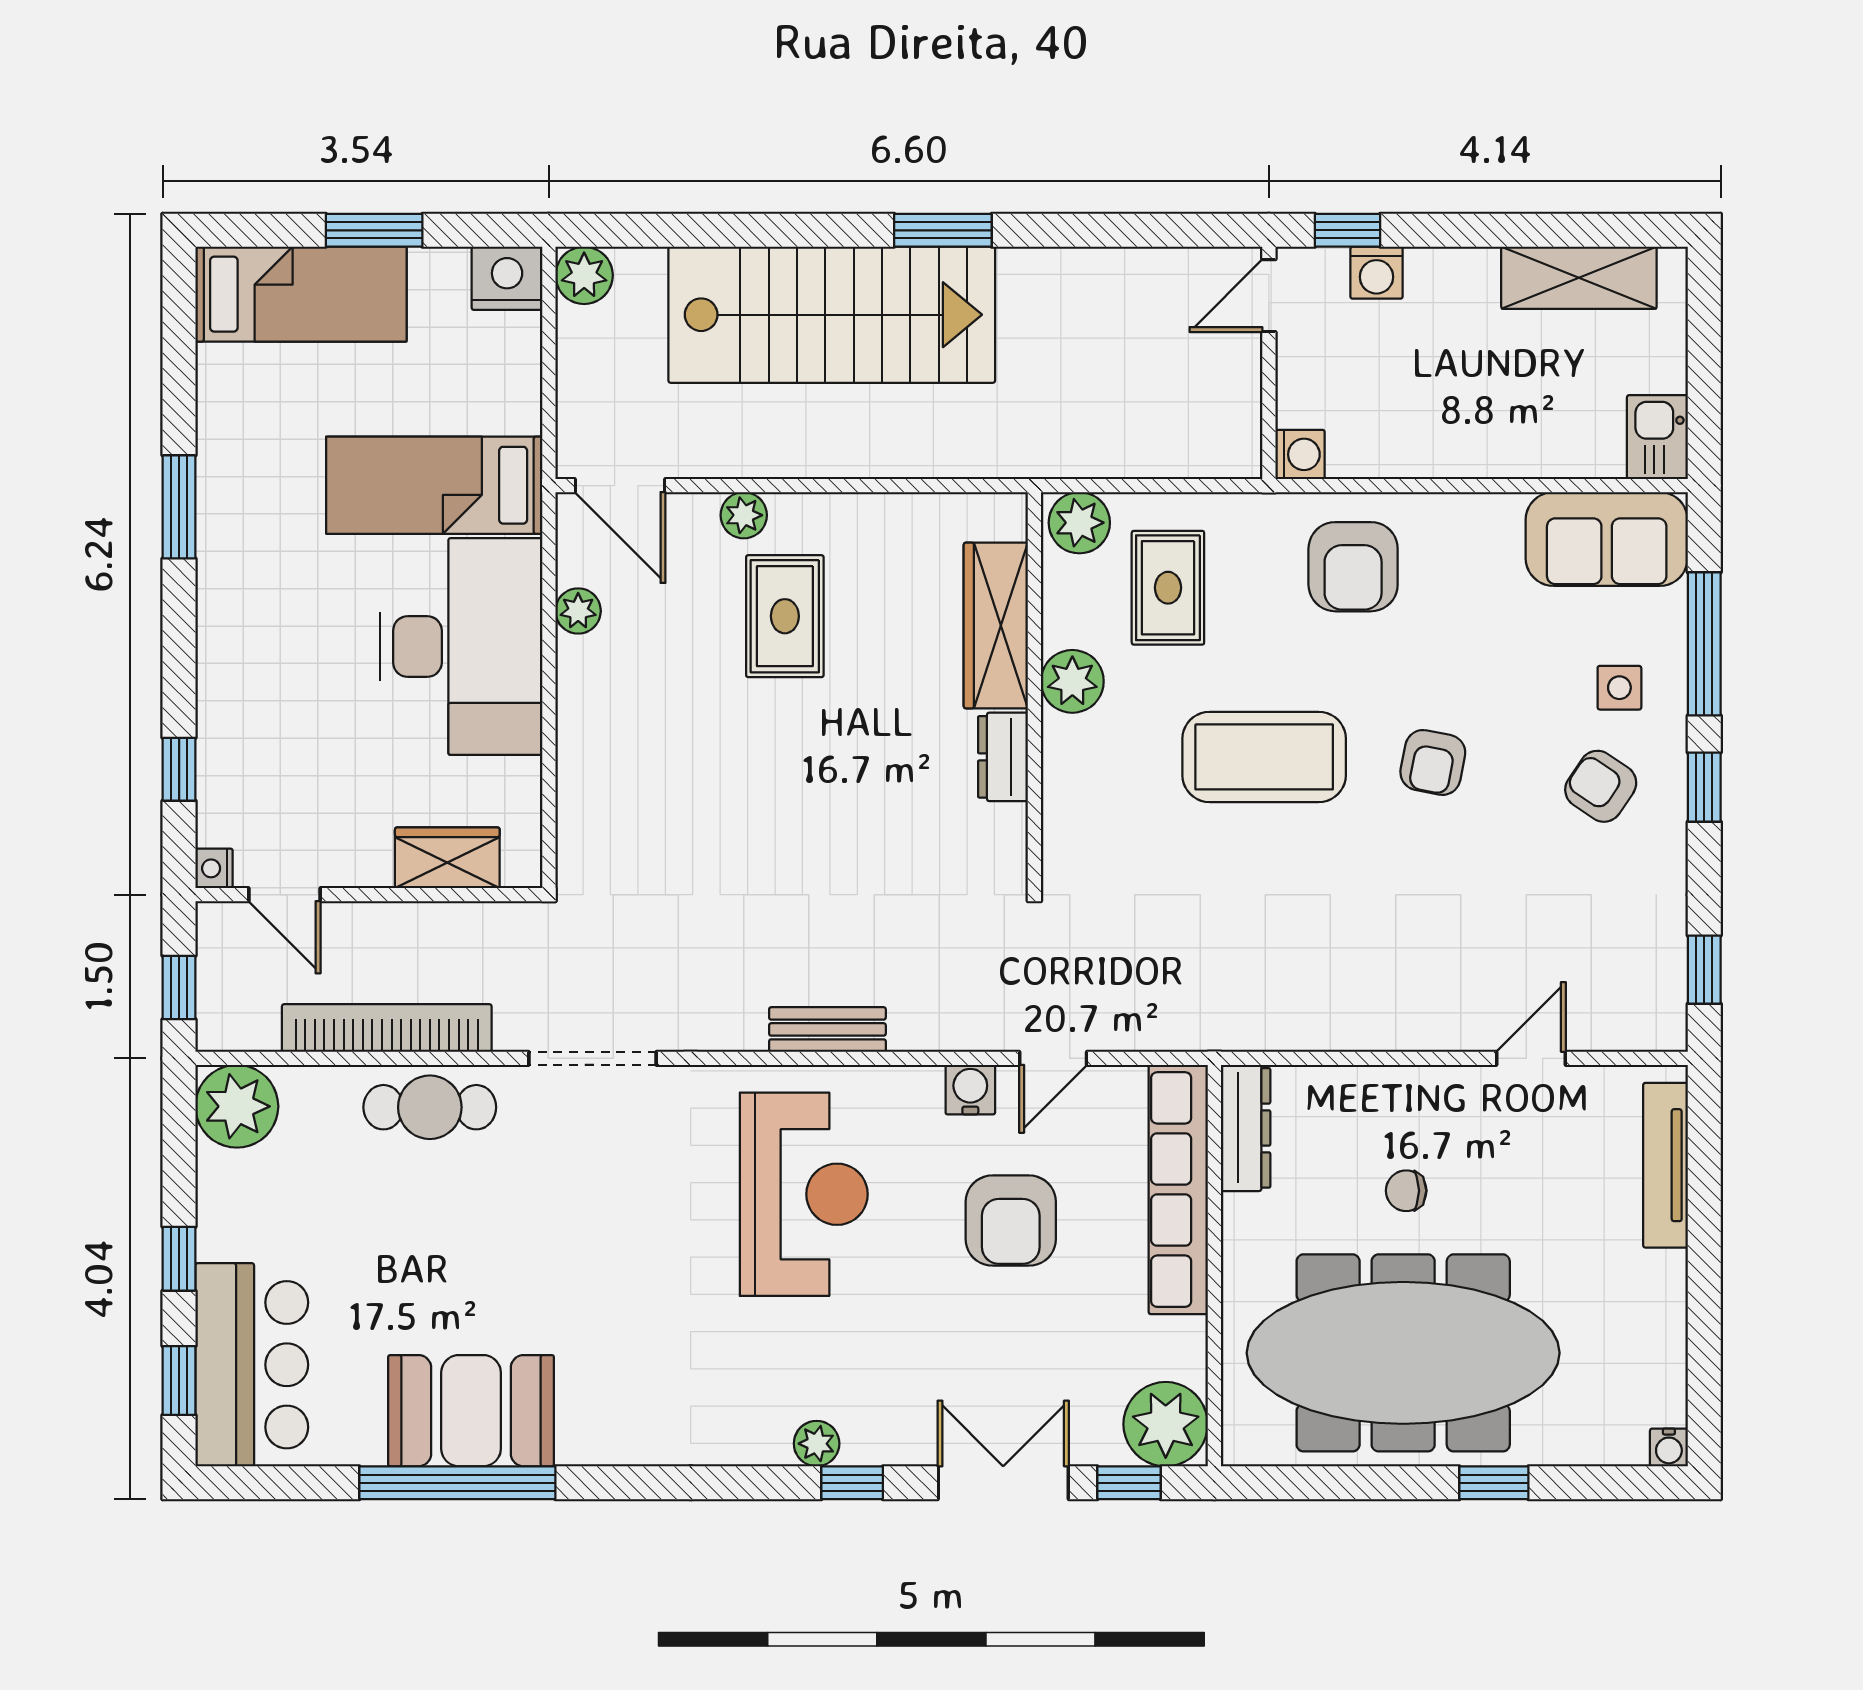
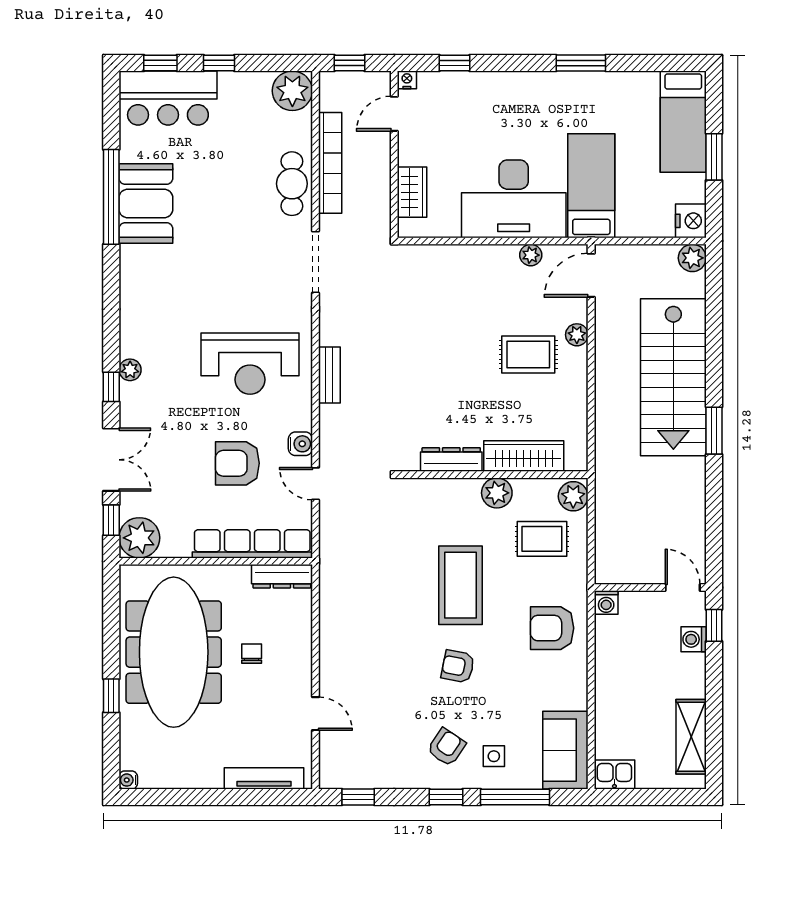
dresser: (1003, 757) -> (451, 459), width x1.44

